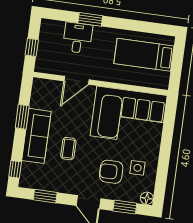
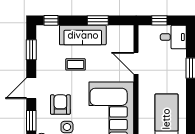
desk: (78, 38) -> (173, 37), moved

